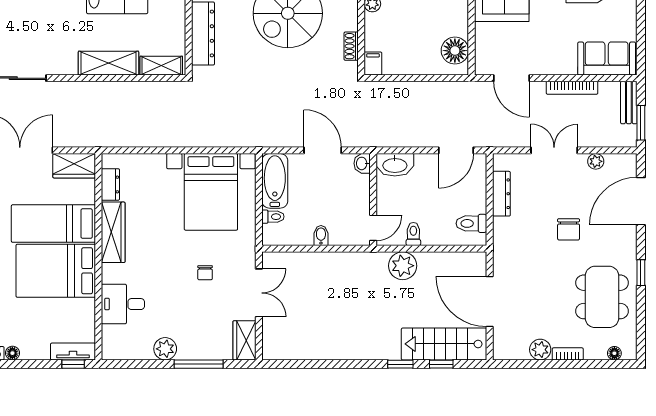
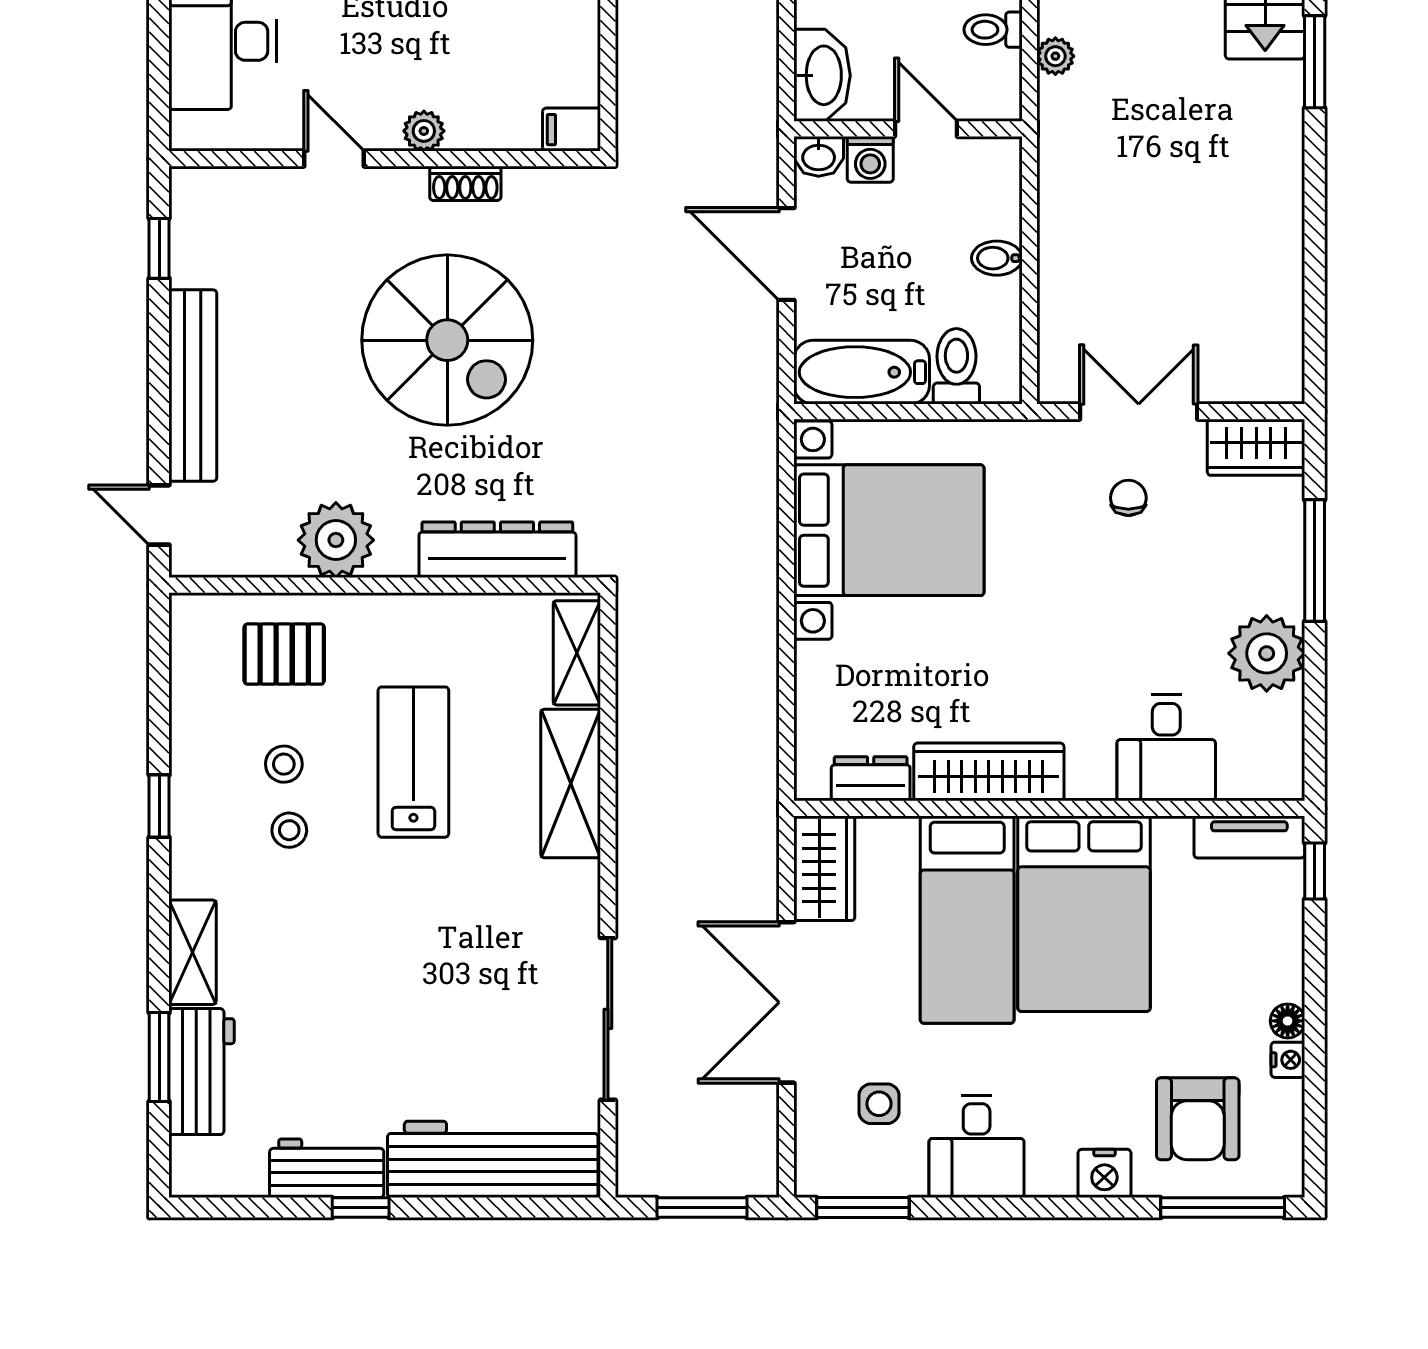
shoe rack: (351, 46) -> (465, 183), moved
door: (323, 150) -> (786, 254), hinge flipped
washing machine: (361, 184) -> (870, 159), added
toilet: (273, 217) -> (956, 366), width x1.37, depth x1.39
door: (373, 228) -> (926, 129), moved
plant: (403, 266) -> (1055, 56), width x0.53, depth x0.53
chair: (205, 273) -> (1128, 498), moved, turned -90
plant: (165, 349) -> (1267, 653), width x1.36, depth x1.36
tv unit: (73, 351) -> (1249, 837), moved, turned -90
window: (400, 364) -> (1315, 62), width x1.50

